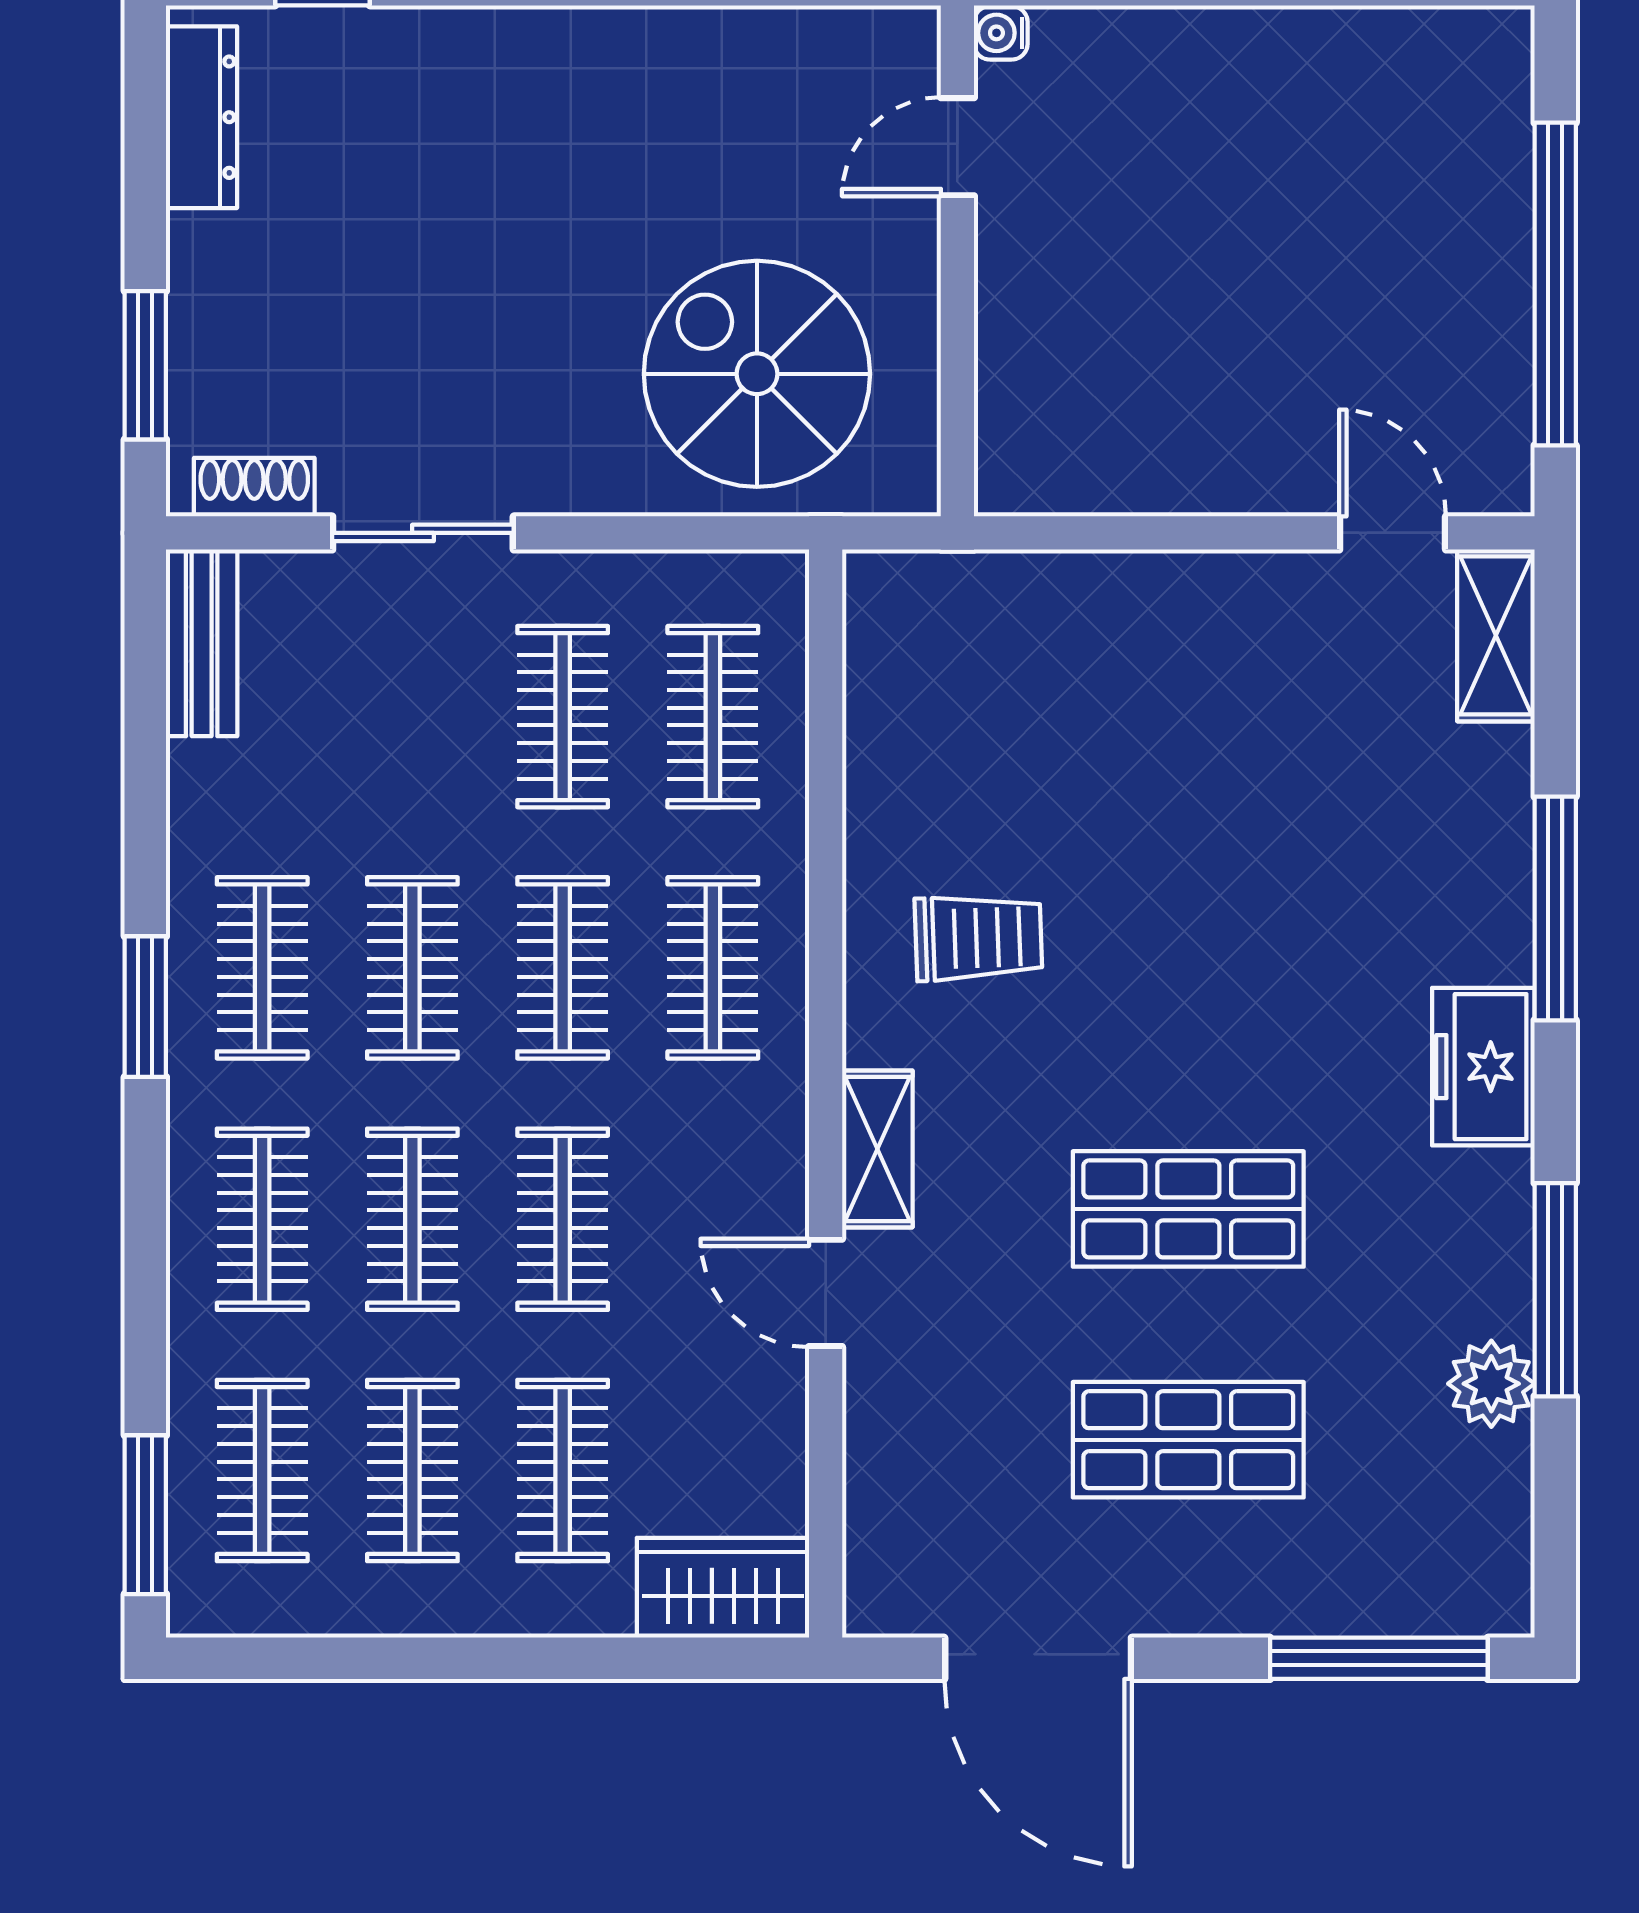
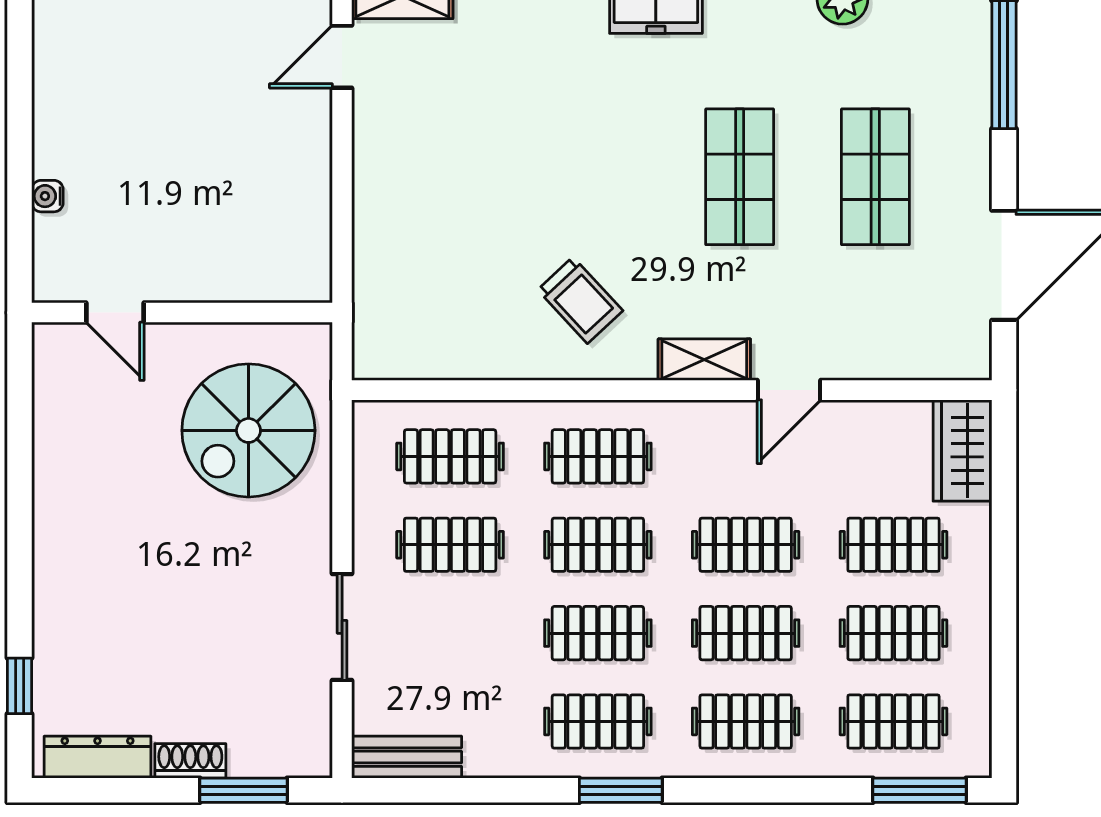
water cooler: (1001, 33) -> (47, 196), moved, turned 90
shoe rack: (254, 487) -> (190, 761), moved, turned 90
trolley: (978, 938) -> (580, 300), turned 139

